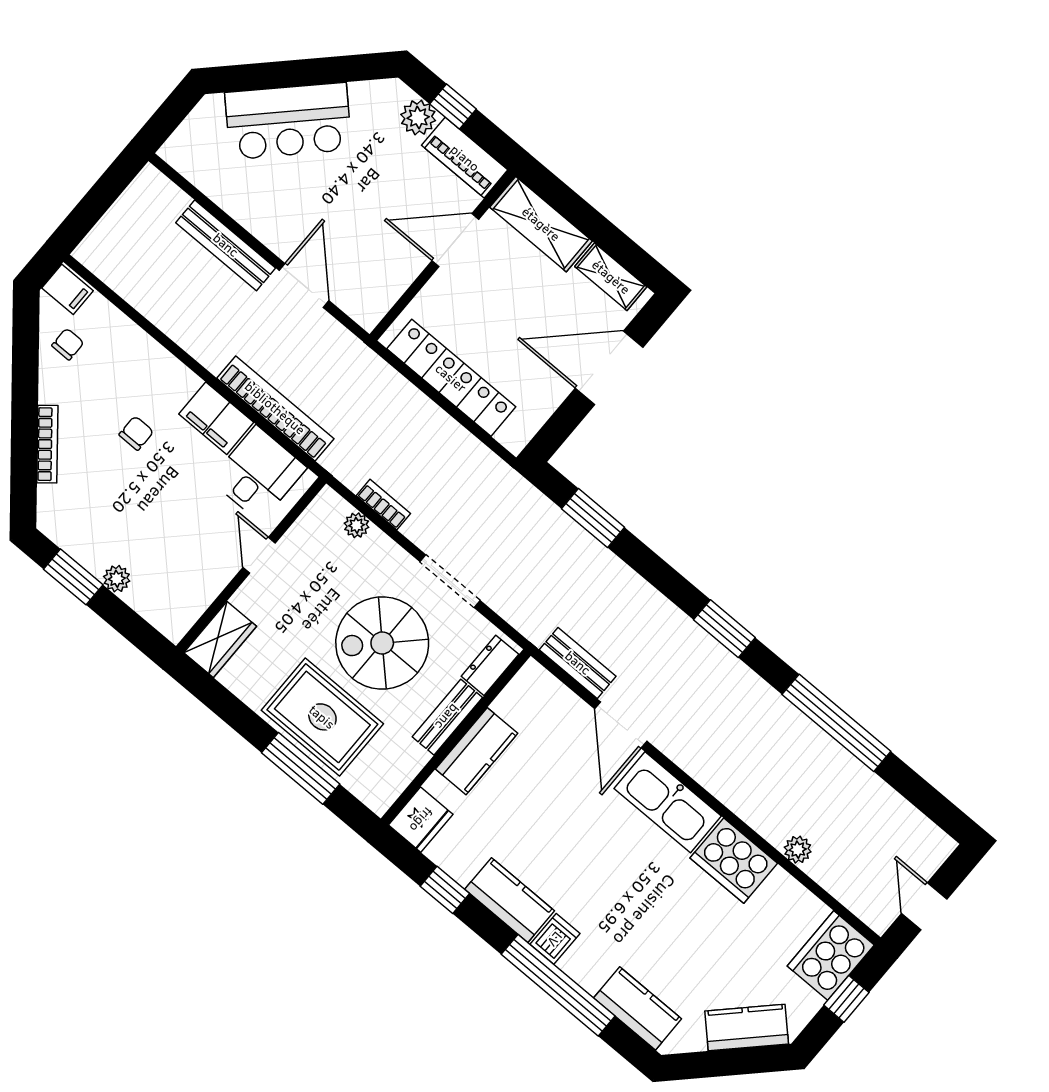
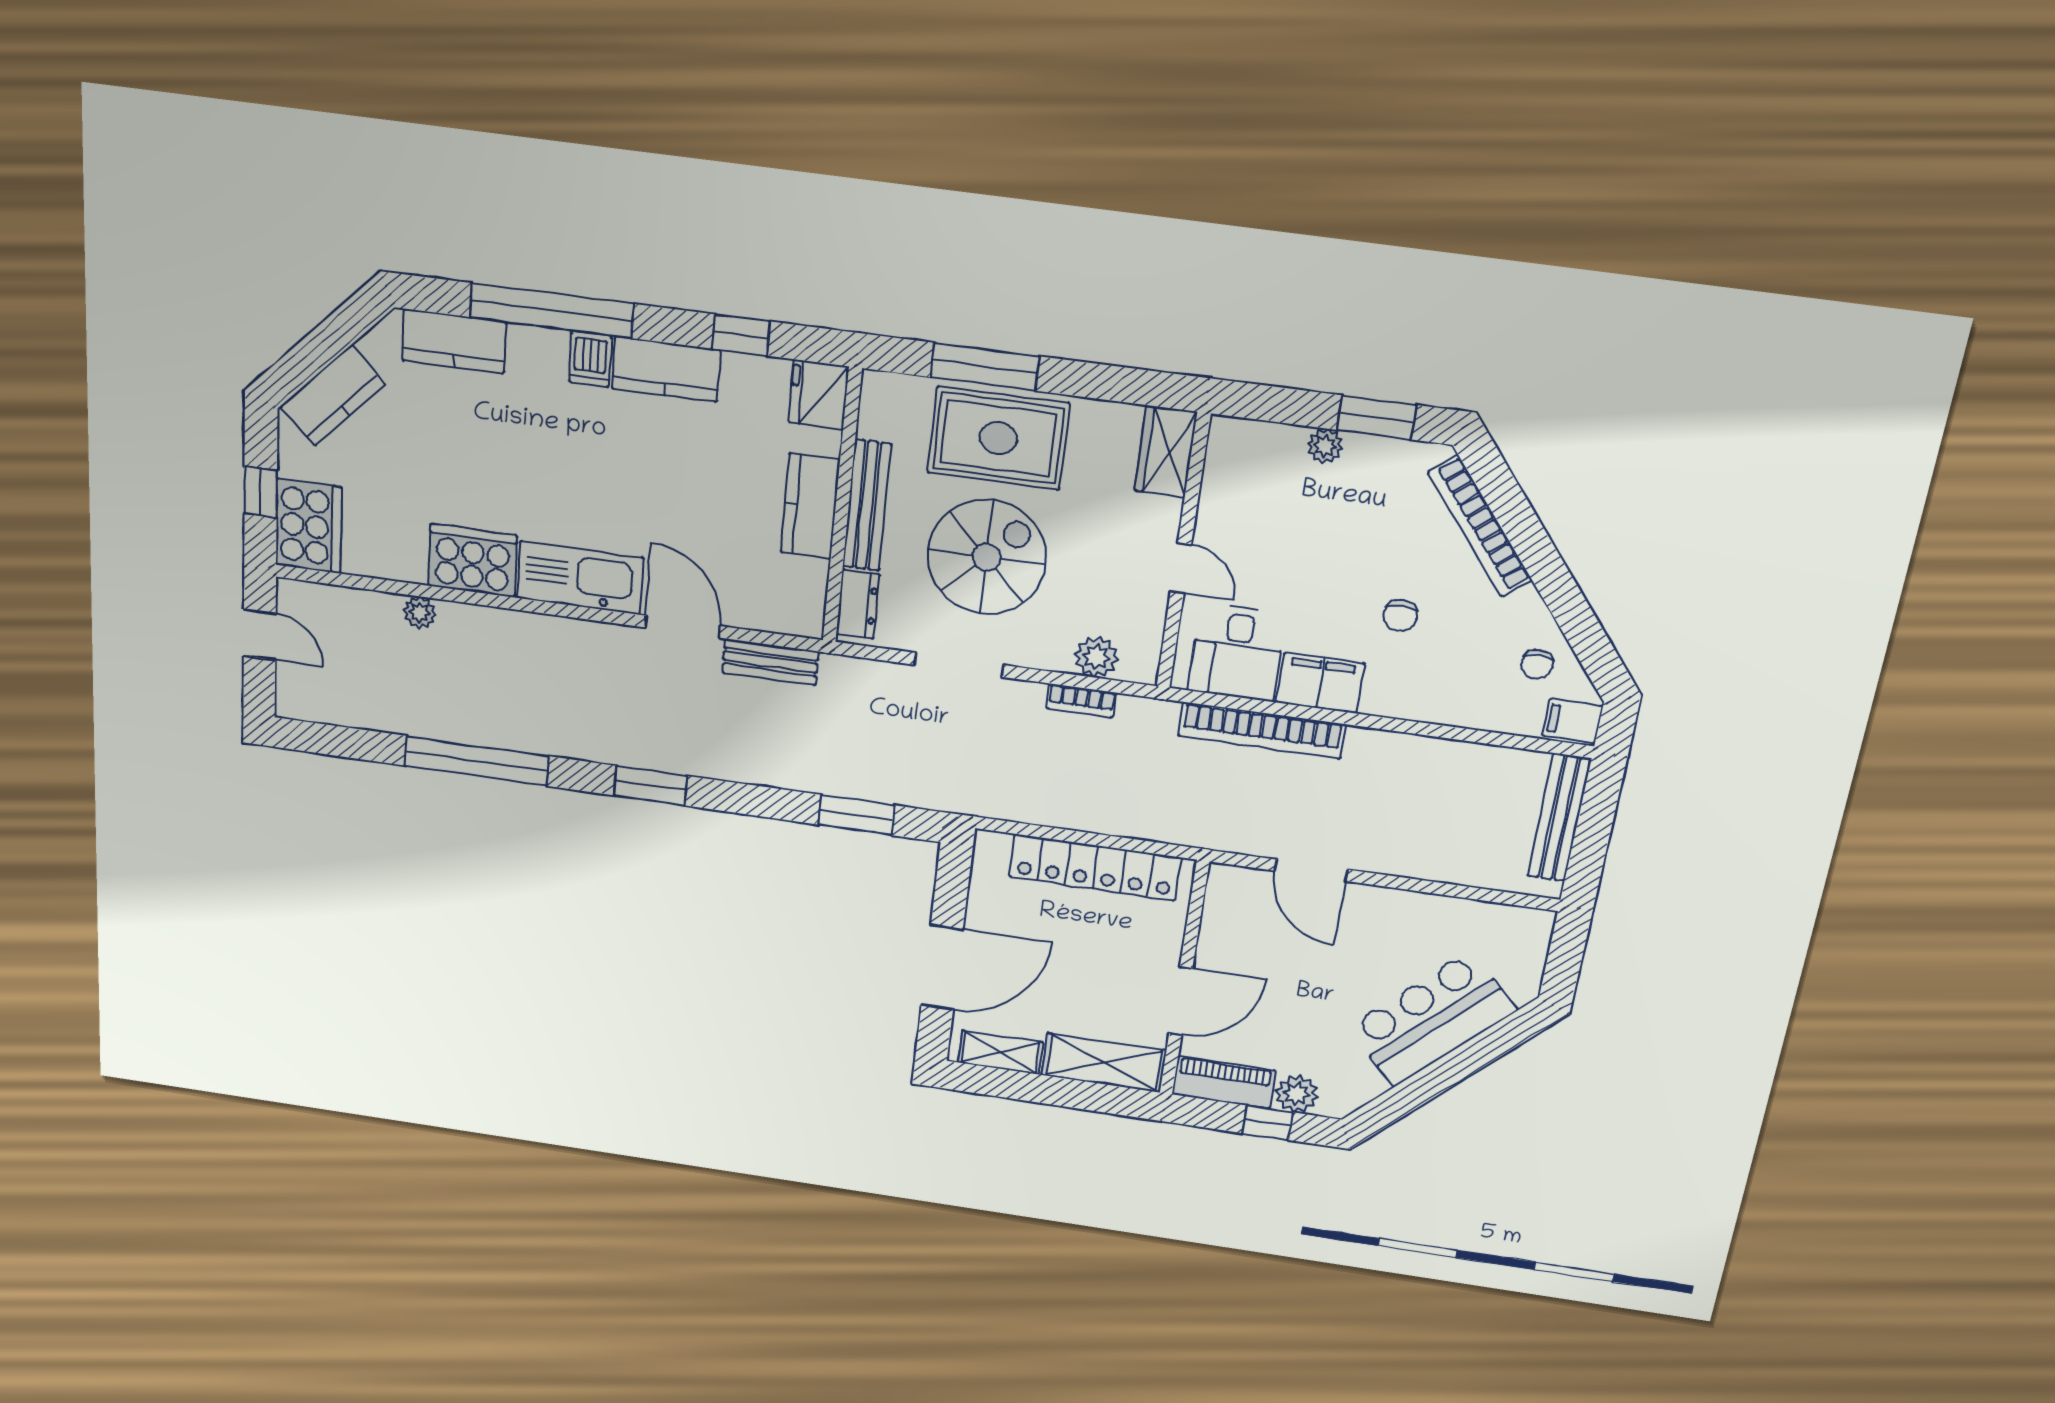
bench: (226, 245) -> (1559, 818), moved, turned 90
bookcase: (47, 444) -> (1480, 526), width x1.48, depth x1.31
plant: (357, 525) -> (1096, 657), width x1.38, depth x1.38
bench: (447, 717) -> (867, 506), width x1.36

